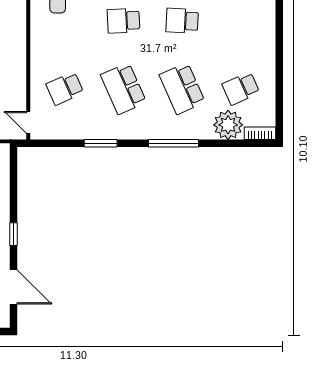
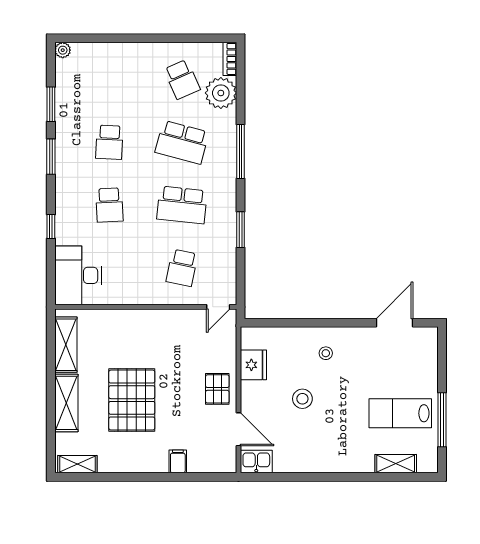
school desk: (65, 89) -> (182, 268), turned 36
school desk: (123, 89) -> (182, 205), turned 30
school desk: (182, 89) -> (182, 142), turned 39
window: (13, 234) -> (338, 323), removed

